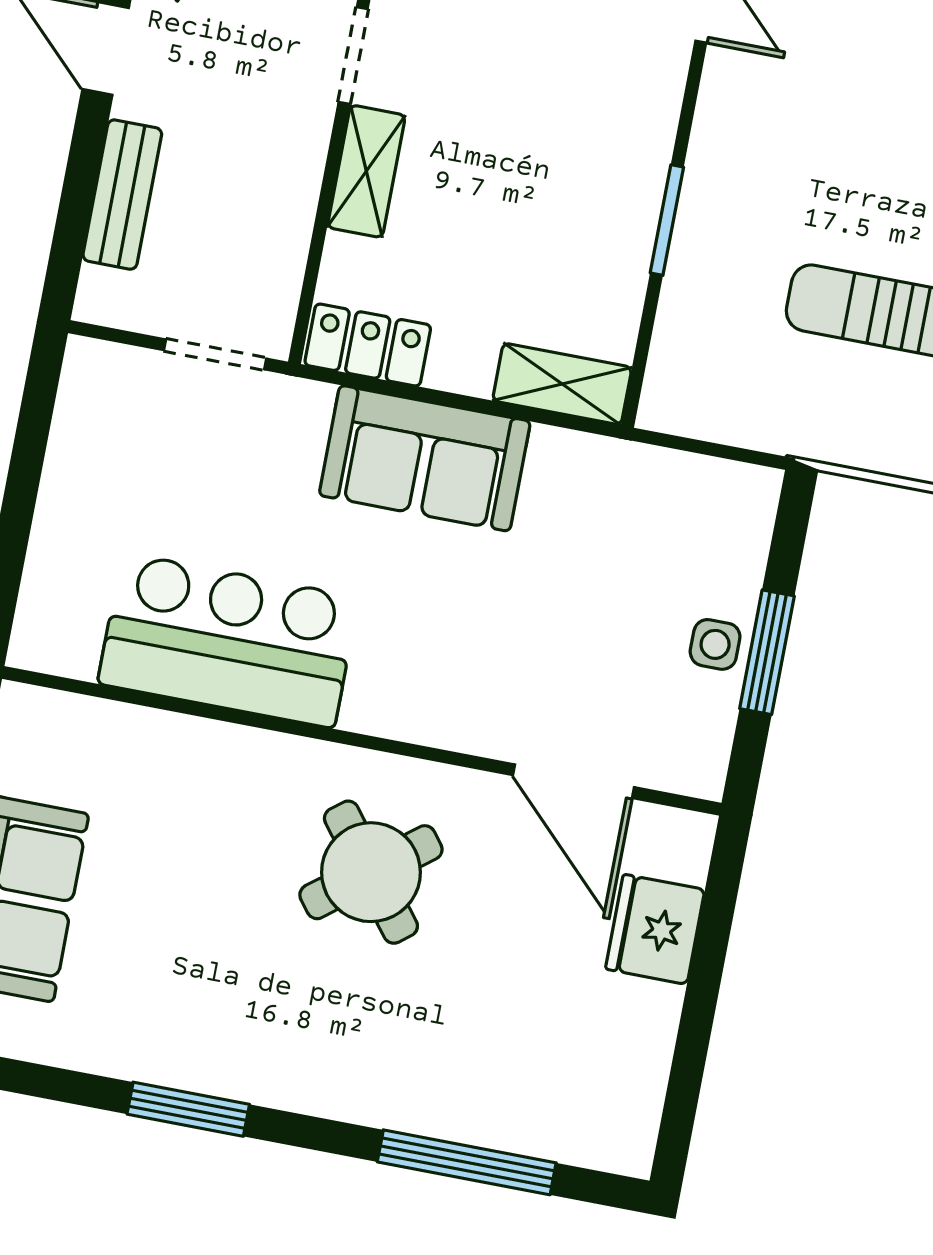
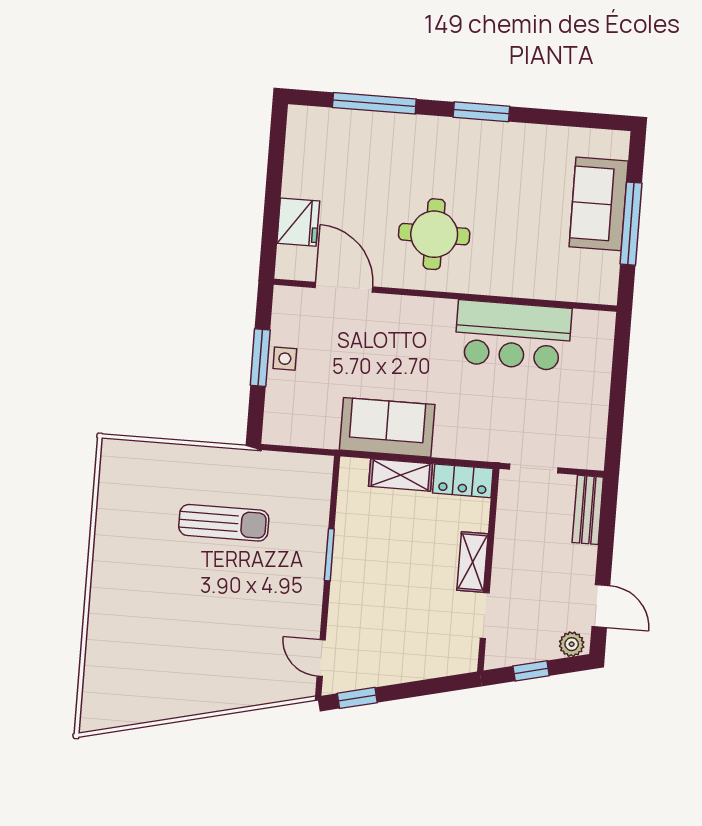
bench: (122, 195) -> (588, 510), moved
shelving: (562, 384) -> (401, 475), moved
sofa: (425, 458) -> (387, 427), moved
round table: (371, 872) -> (434, 234), turned 38
window: (188, 1109) -> (481, 112), moved

